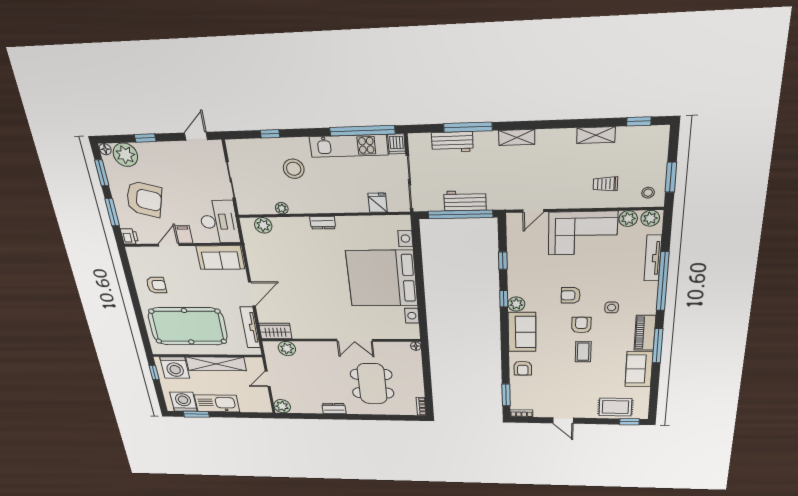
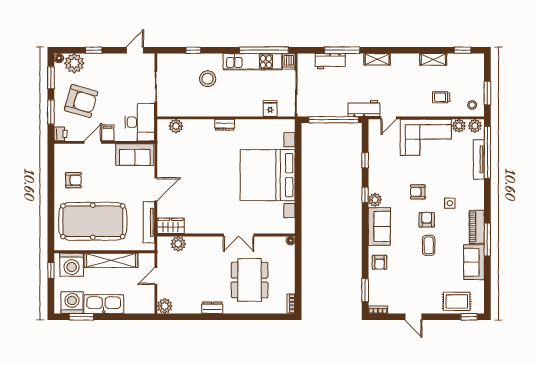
workbench: (465, 201) -> (364, 108), moved
plant: (282, 208) -> (193, 112), removed
window: (663, 281) -> (487, 152), moved

